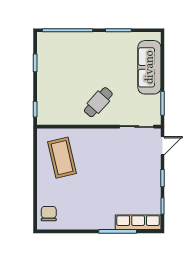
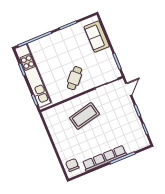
sofa: (149, 67) -> (97, 36), width x0.73
kitchen unit: (46, 77) -> (33, 76), added
coffee table: (62, 158) -> (84, 116), moved, turned 90
row of seats: (138, 222) -> (105, 158), moved, width x1.36

